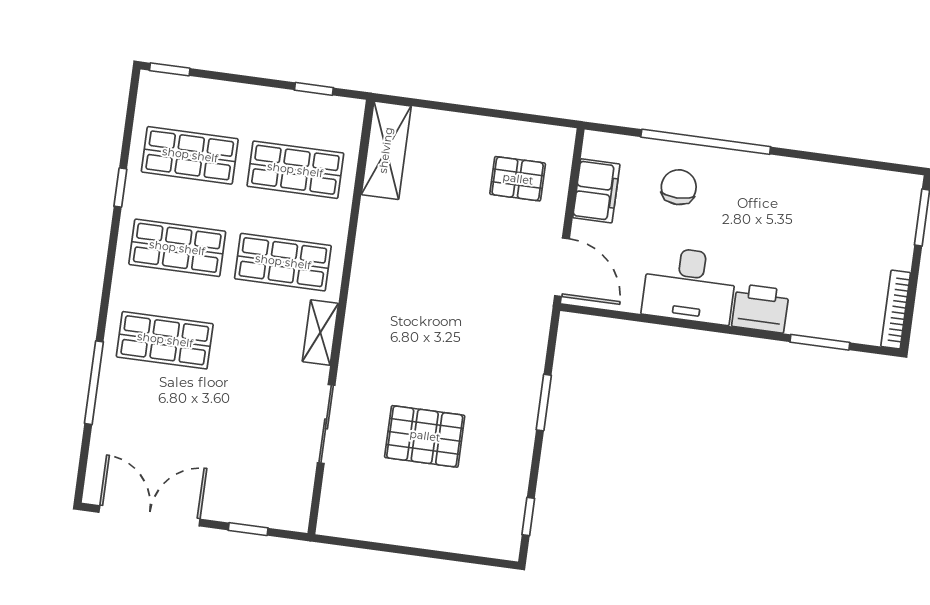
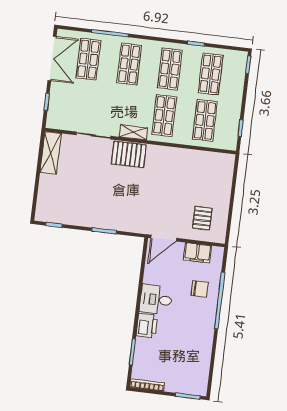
shelving: (386, 150) -> (51, 153), moved, turned 90
desk: (689, 285) -> (156, 300), width x0.73
shop shelf: (152, 433) -> (88, 59), added
pallet: (425, 436) -> (129, 154), moved, turned 90

